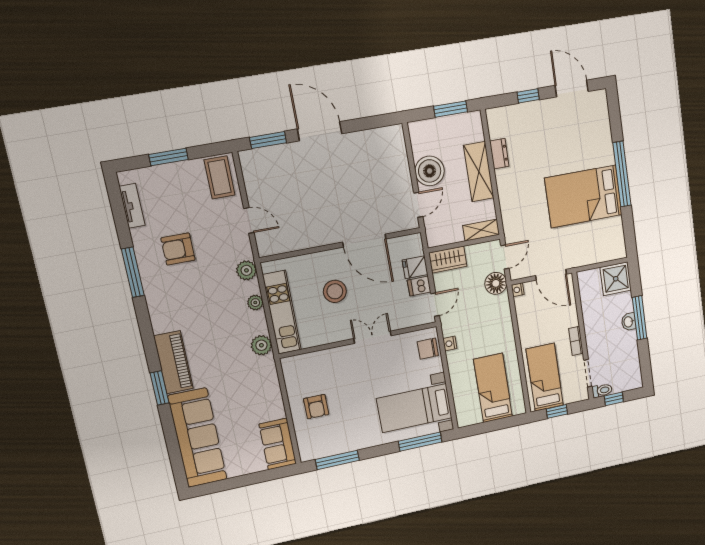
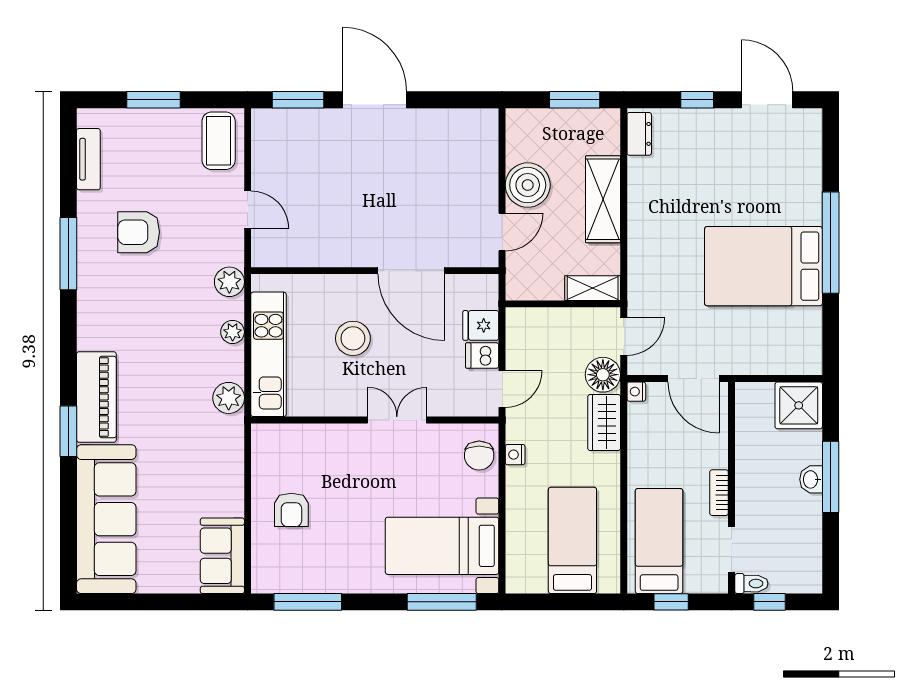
dresser: (499, 154) -> (639, 134), moved
wardrobe: (448, 260) -> (604, 423), moved, turned 90
chair: (428, 349) -> (479, 456), turned -90

